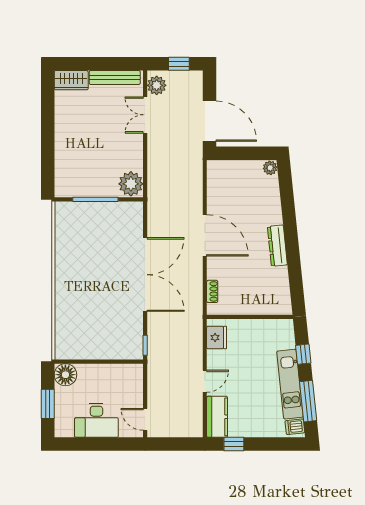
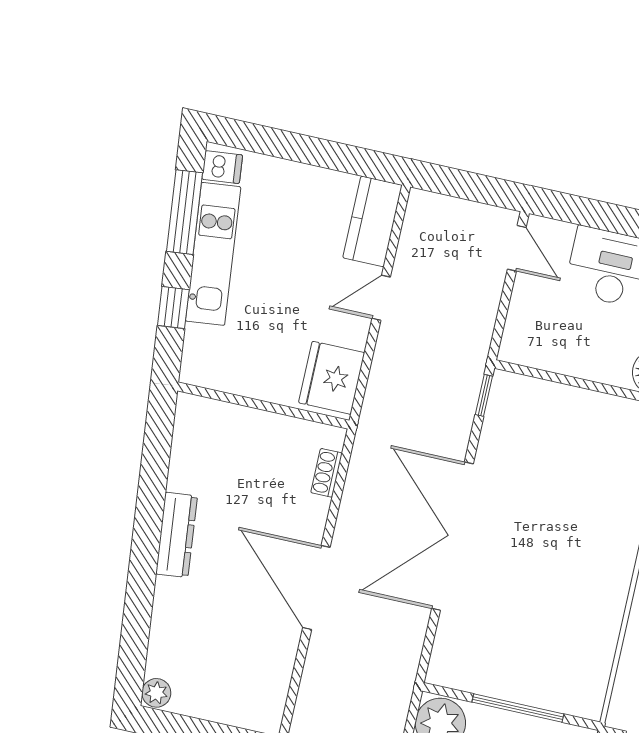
fridge: (217, 338) -> (332, 378), width x1.36, depth x1.34
window: (234, 444) -> (351, 160), removed

